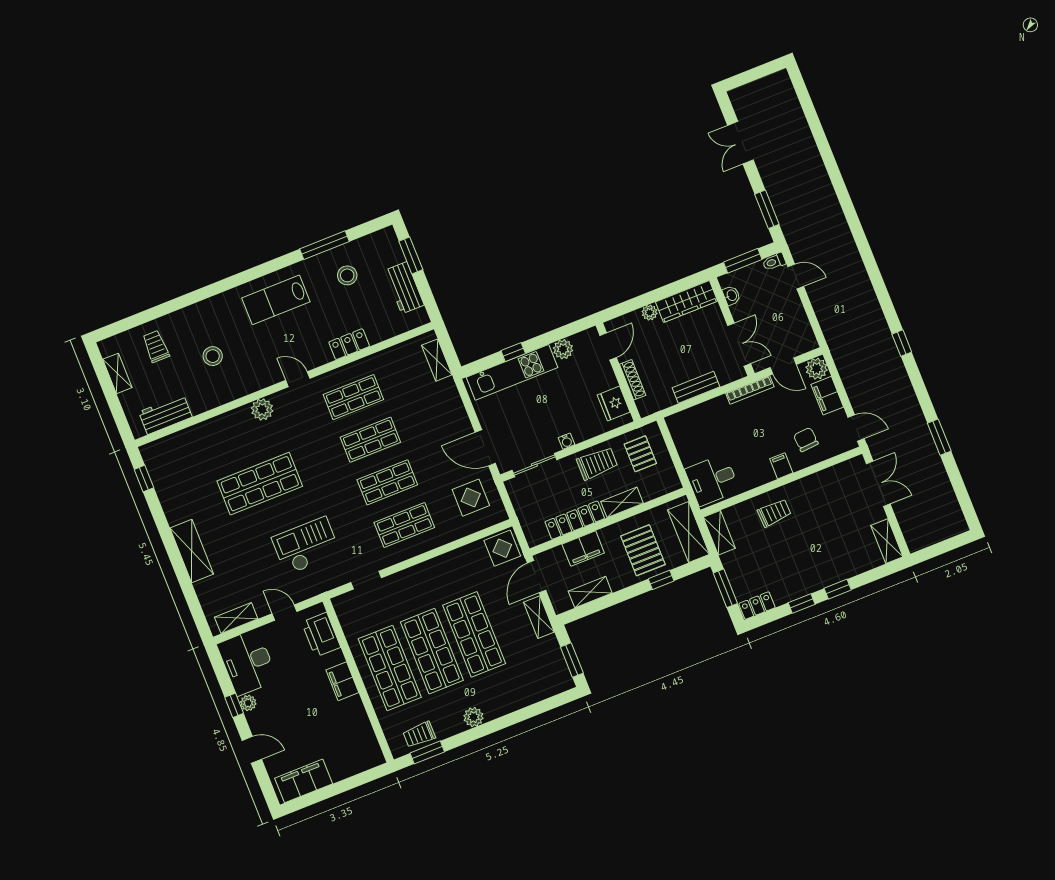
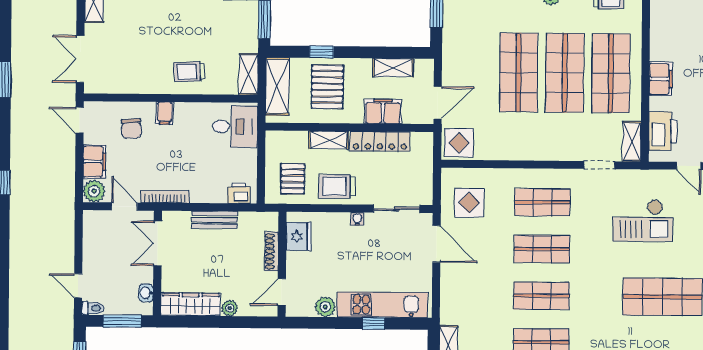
printer: (684, 421) -> (239, 193), added
shelving: (539, 617) -> (632, 141), moved

